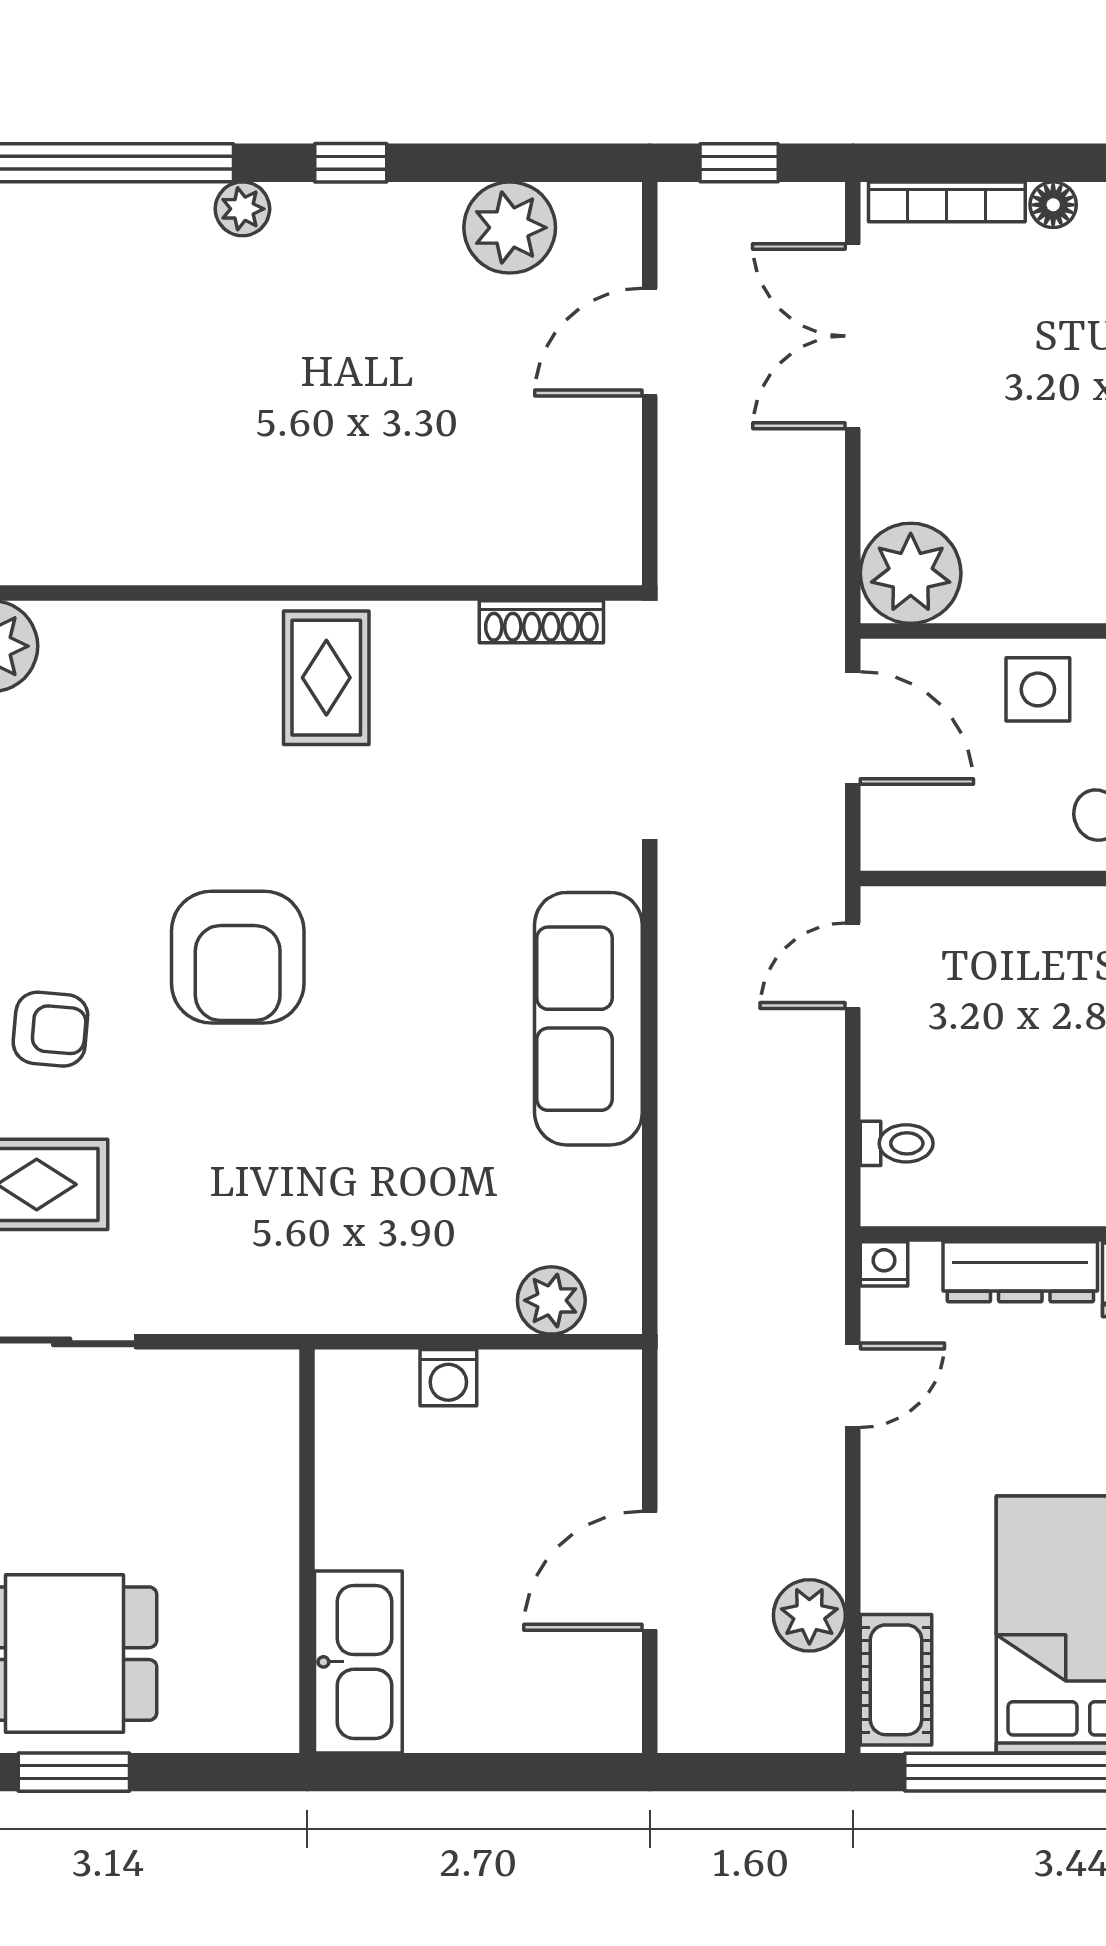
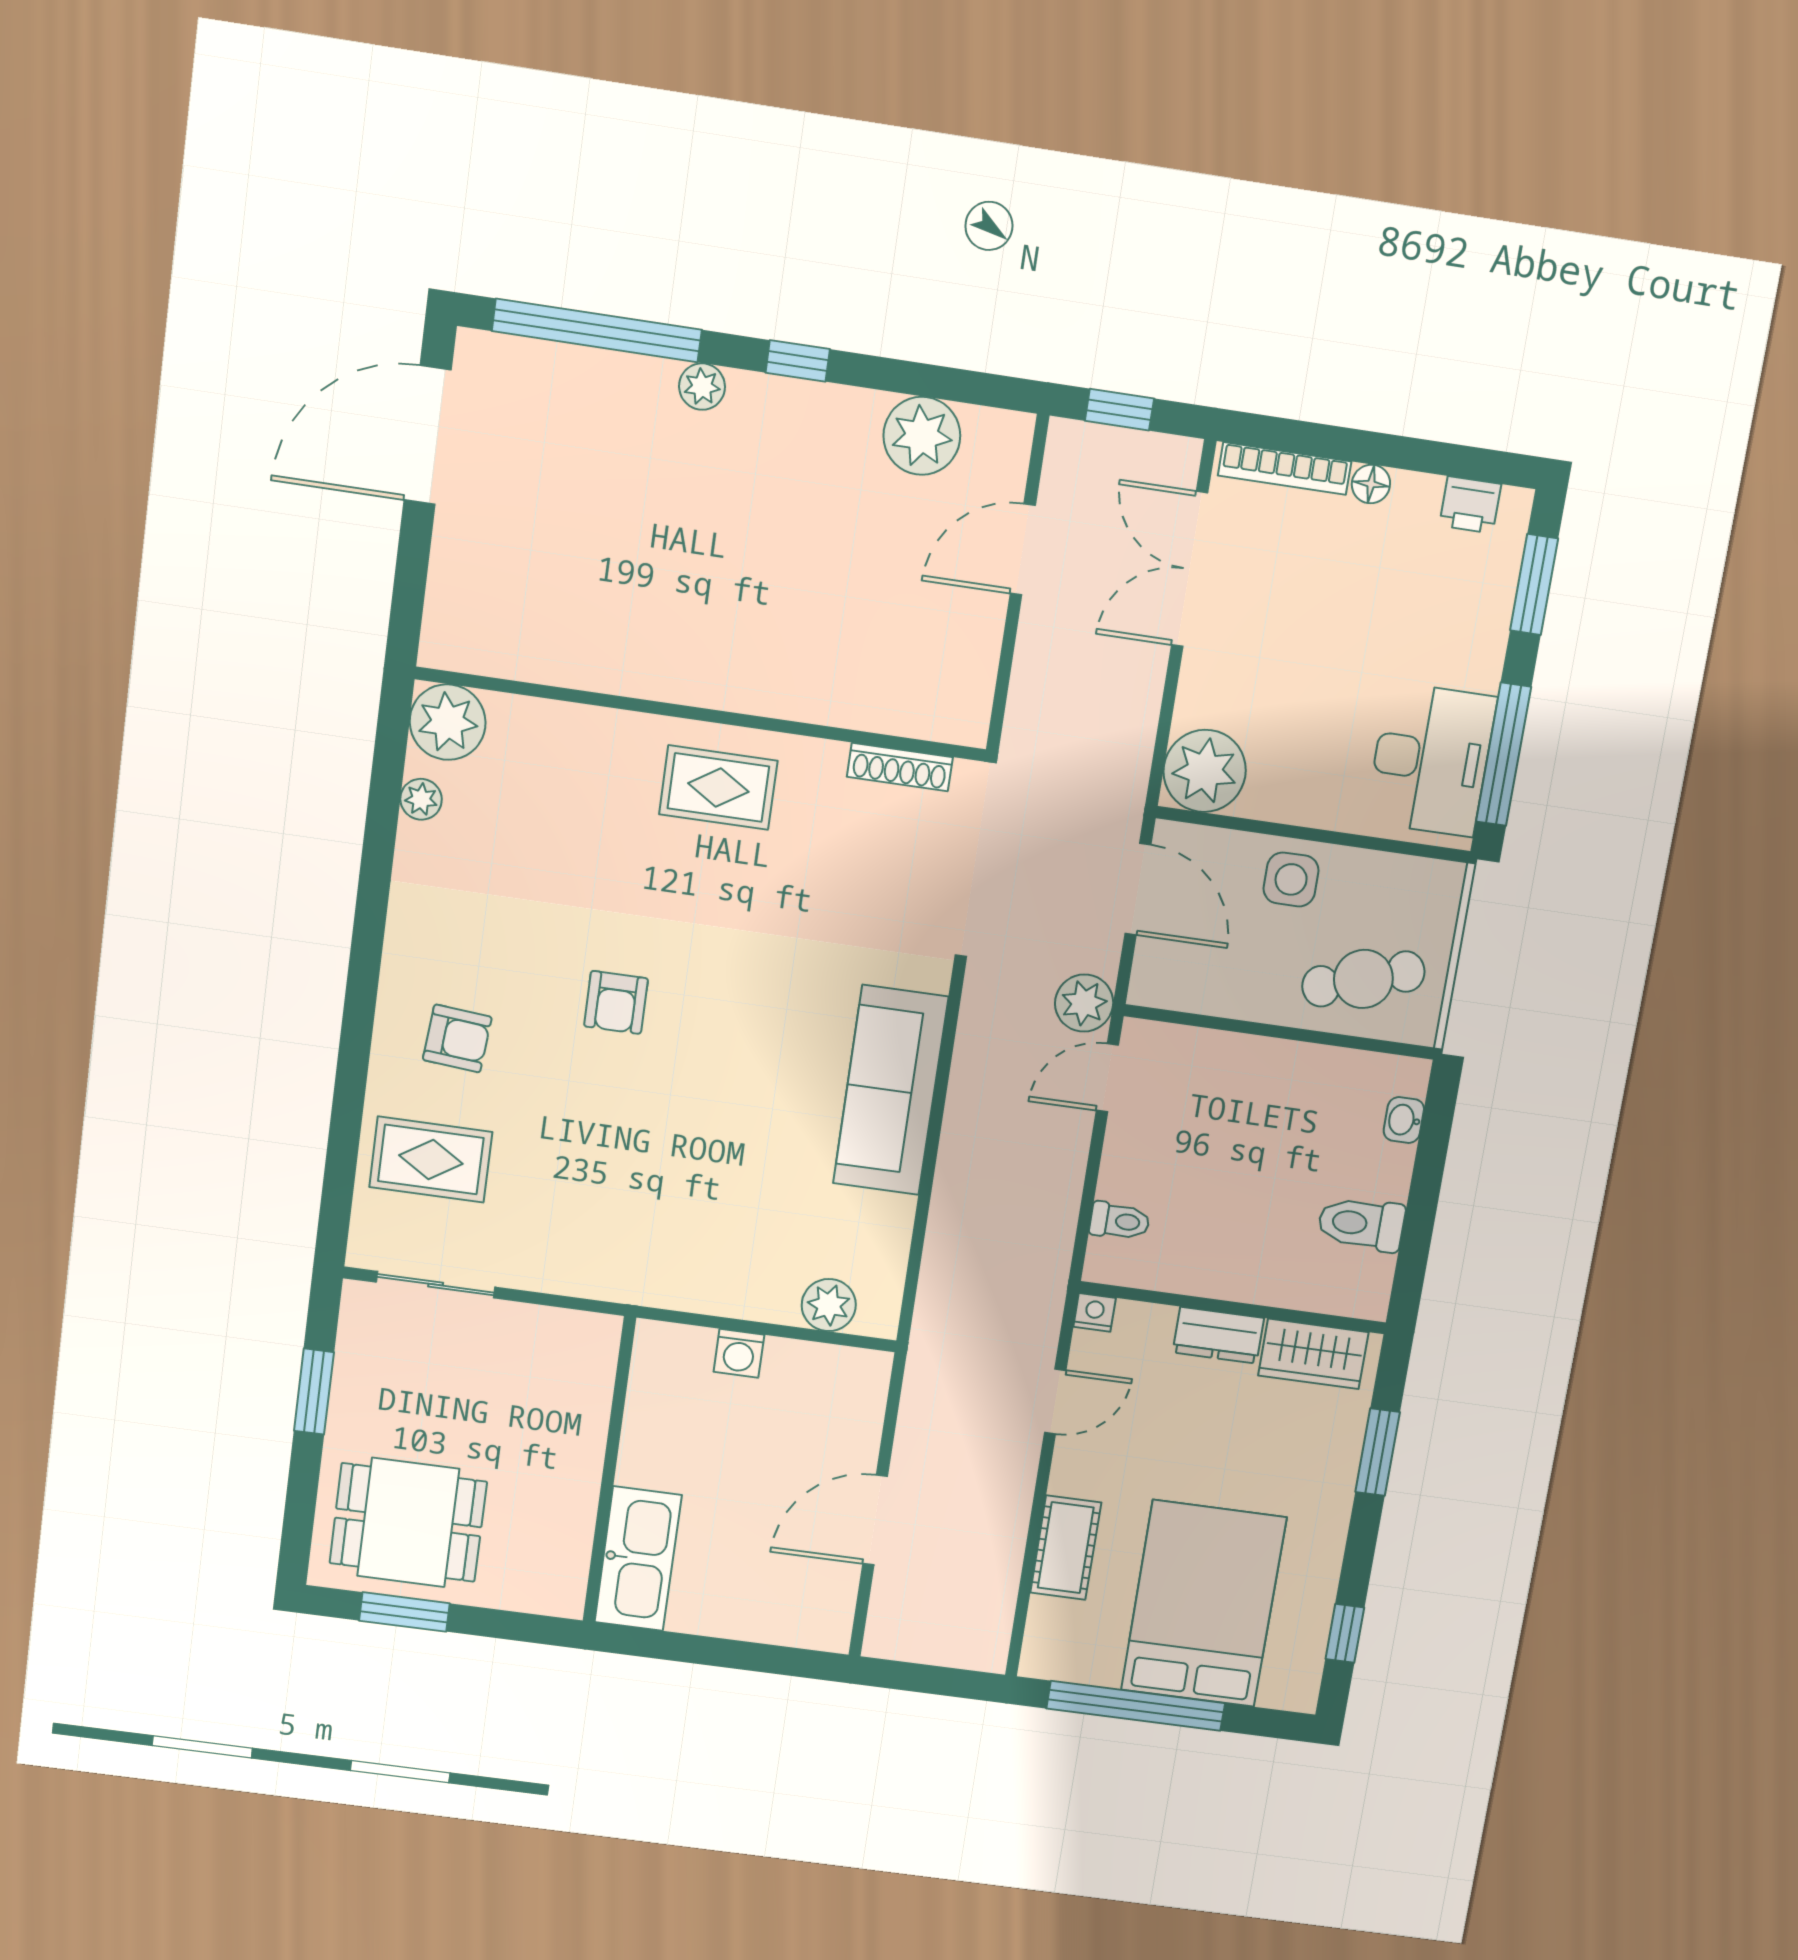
rug: (326, 678) -> (718, 787), turned 90
armchair: (238, 957) -> (616, 1002), width x0.53, depth x0.53
dresser: (1020, 1272) -> (1218, 1335), width x0.70
plant: (809, 1615) -> (1084, 1003), moved
cot: (896, 1680) -> (1066, 1548), moved

